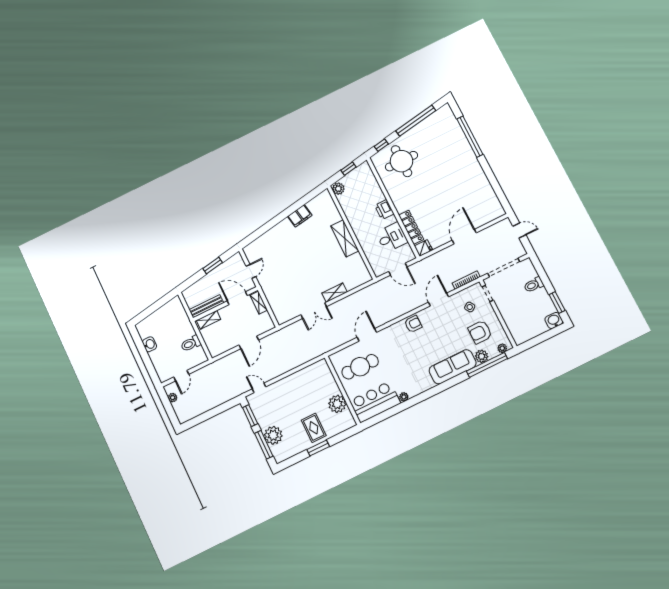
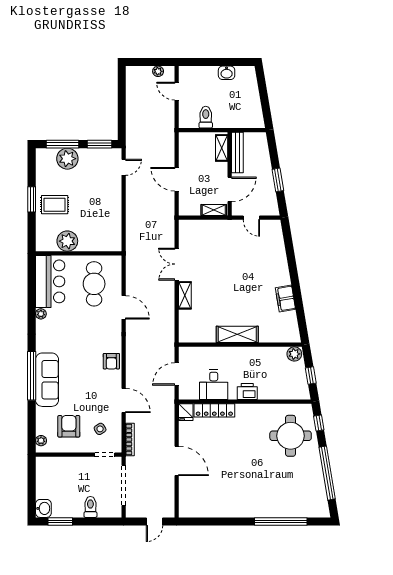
plant: (482, 356) -> (43, 415), removed
window: (487, 365) -> (32, 376), moved

